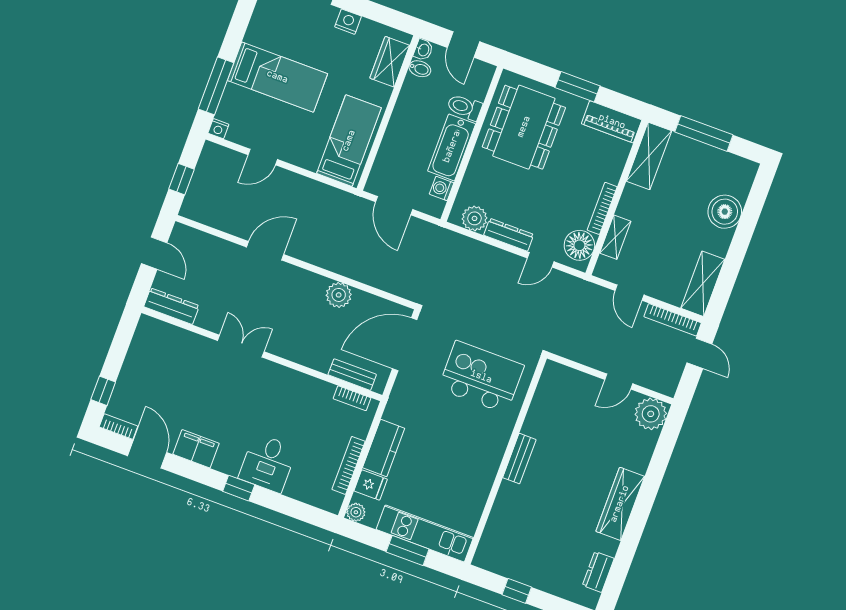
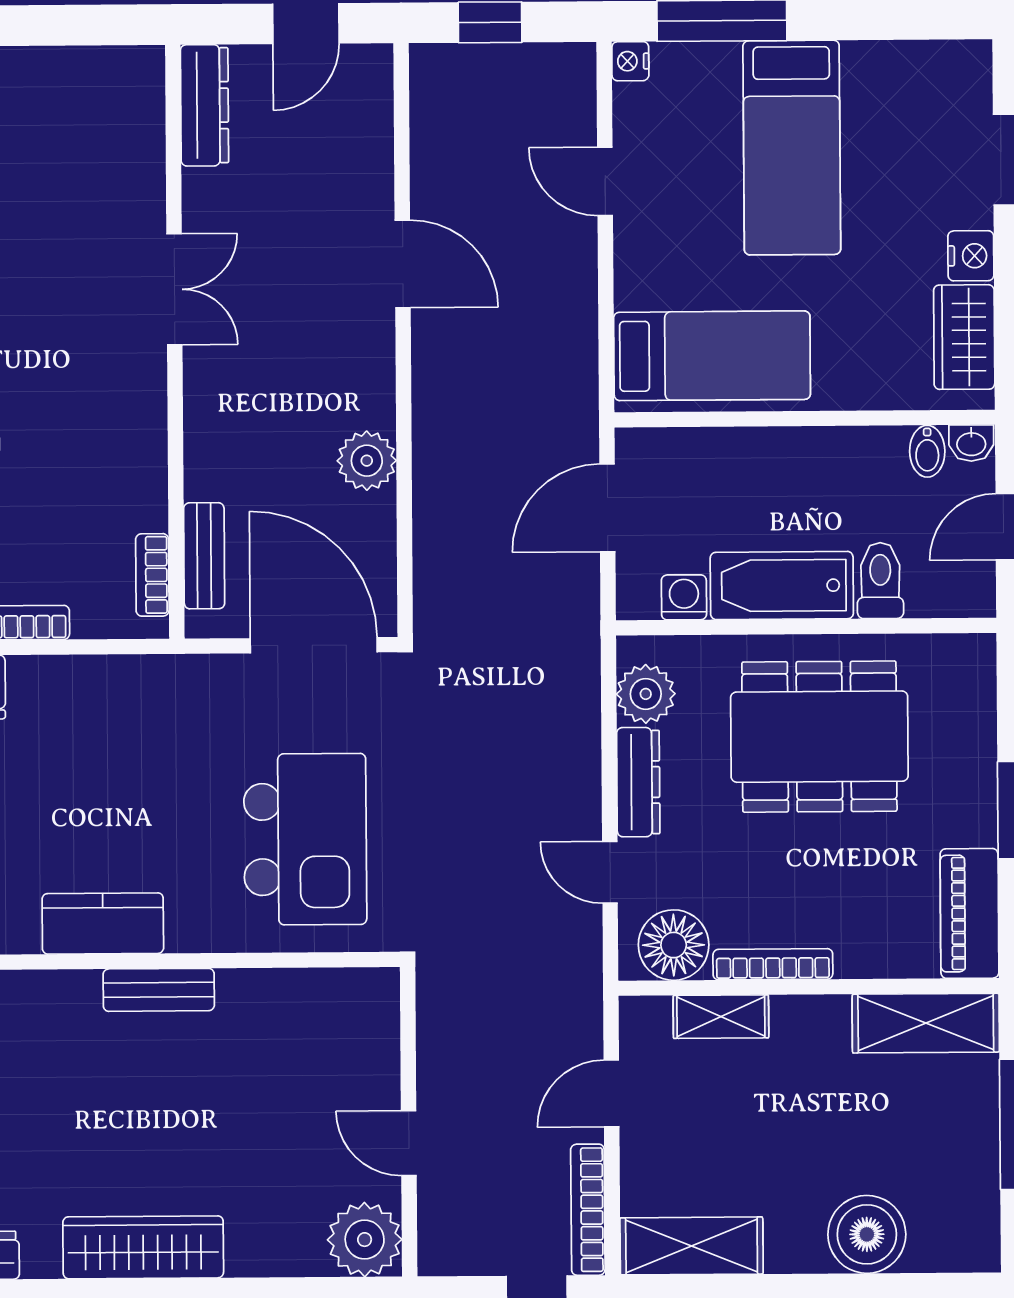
wardrobe: (390, 62) -> (964, 337), moved, turned -90
dining table: (524, 127) -> (819, 737), moved
kitchen counter: (384, 448) -> (103, 923), moved, turned 180

